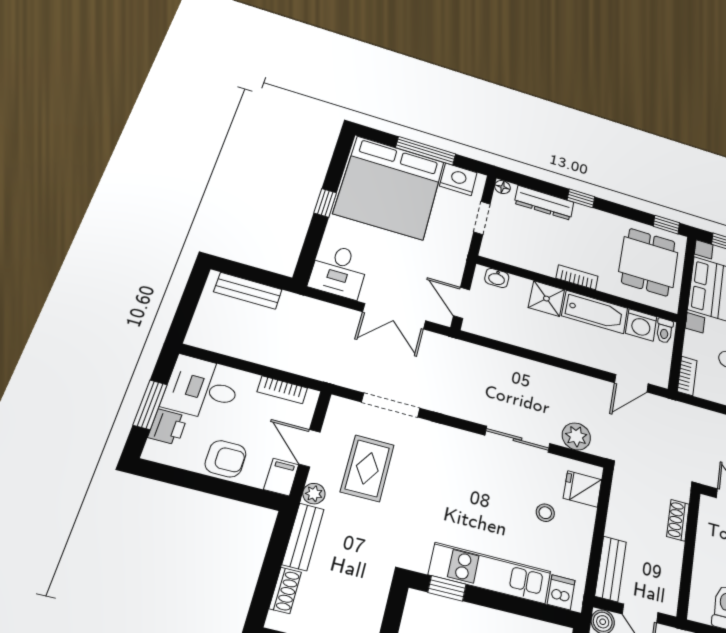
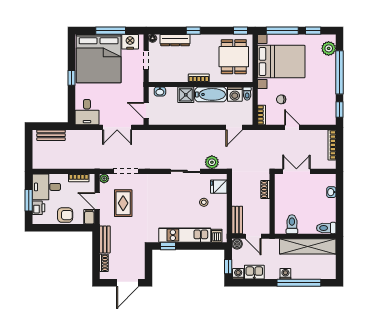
plant: (314, 494) -> (104, 178), moved

